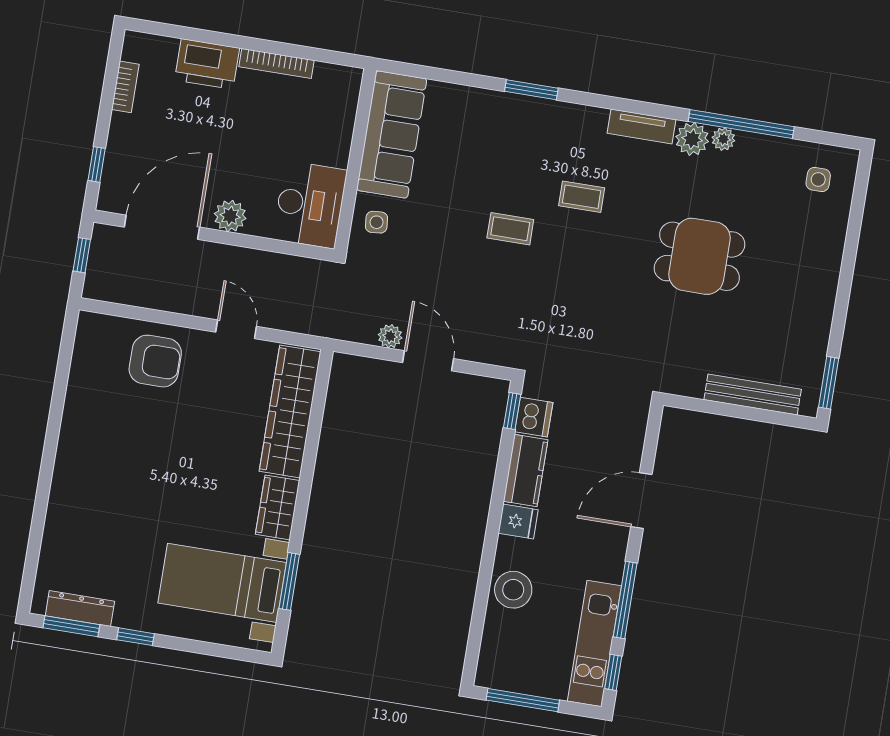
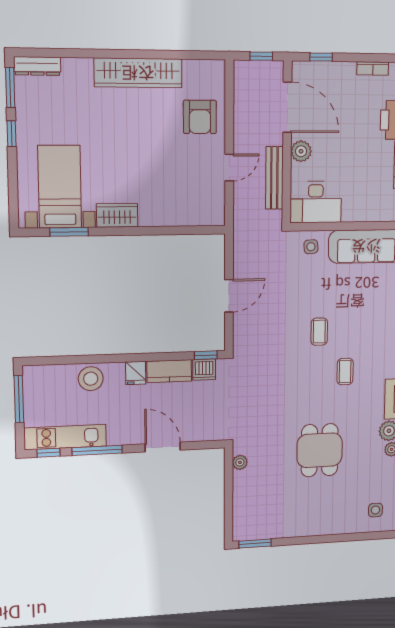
plant: (390, 336) -> (240, 462), moved
bench: (753, 394) -> (274, 178), moved
wardrobe: (290, 412) -> (138, 73), moved, turned 180
dresser: (80, 608) -> (37, 66), moved, turned 90

